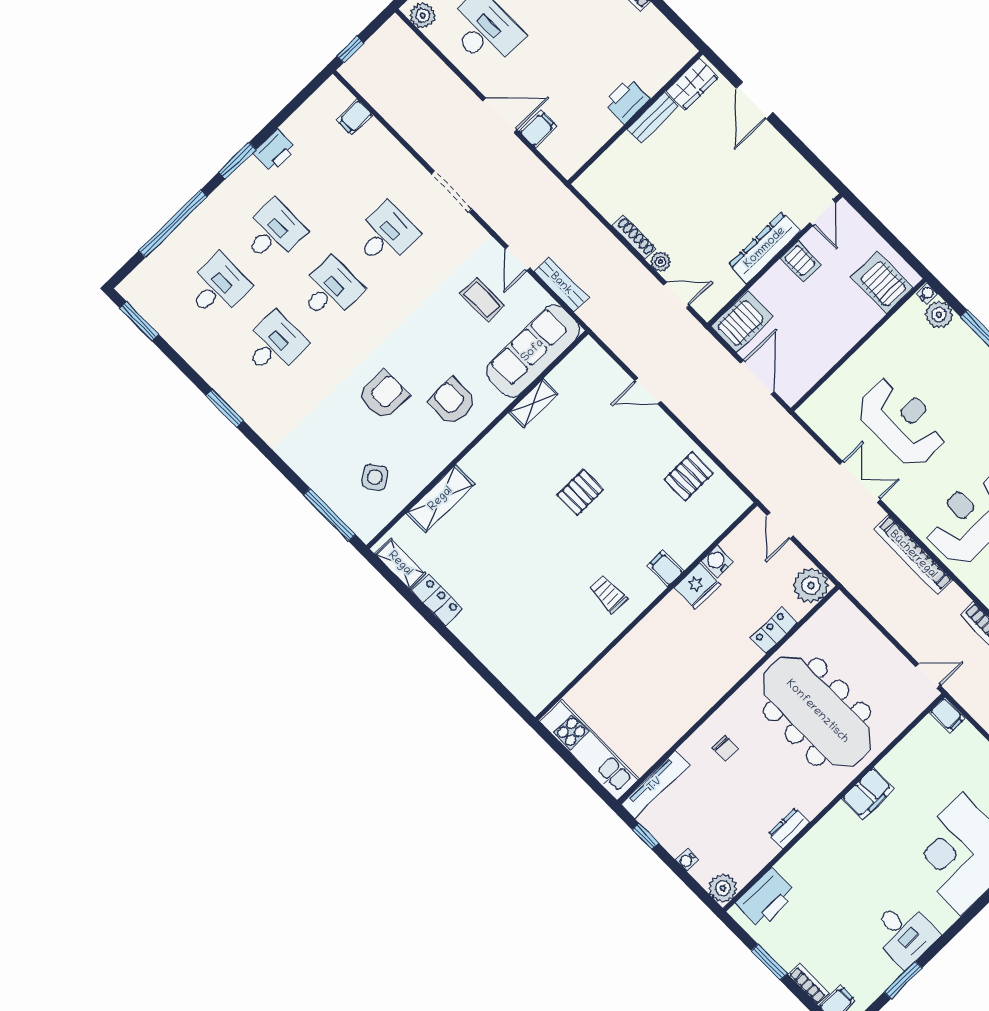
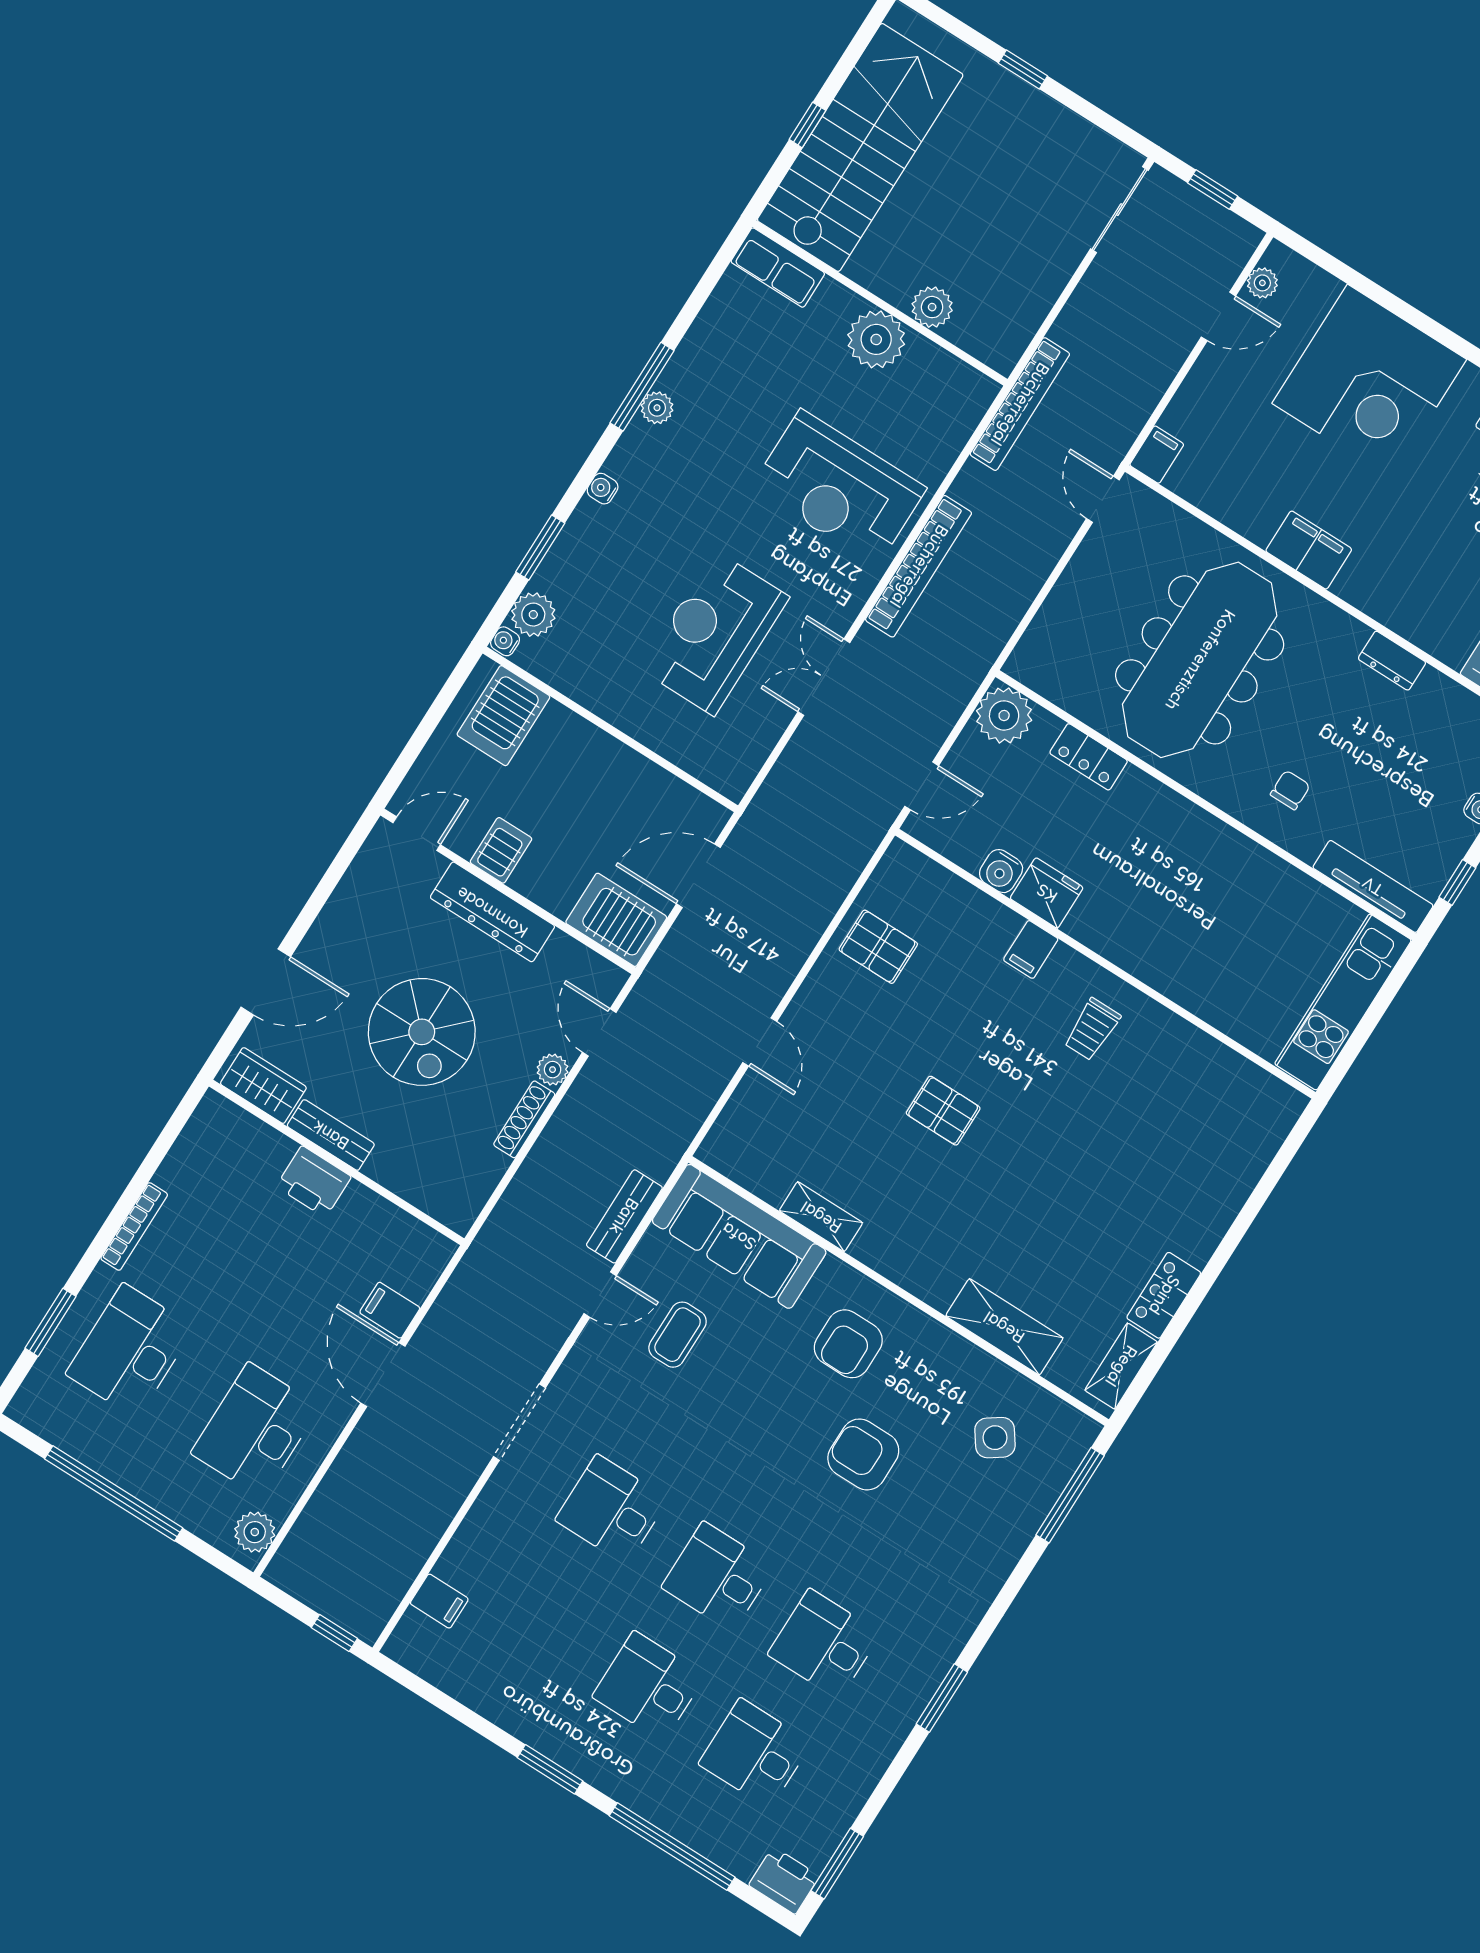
printer: (275, 151) -> (784, 1881), moved
spiral stairs: (702, 188) -> (422, 1032), added

